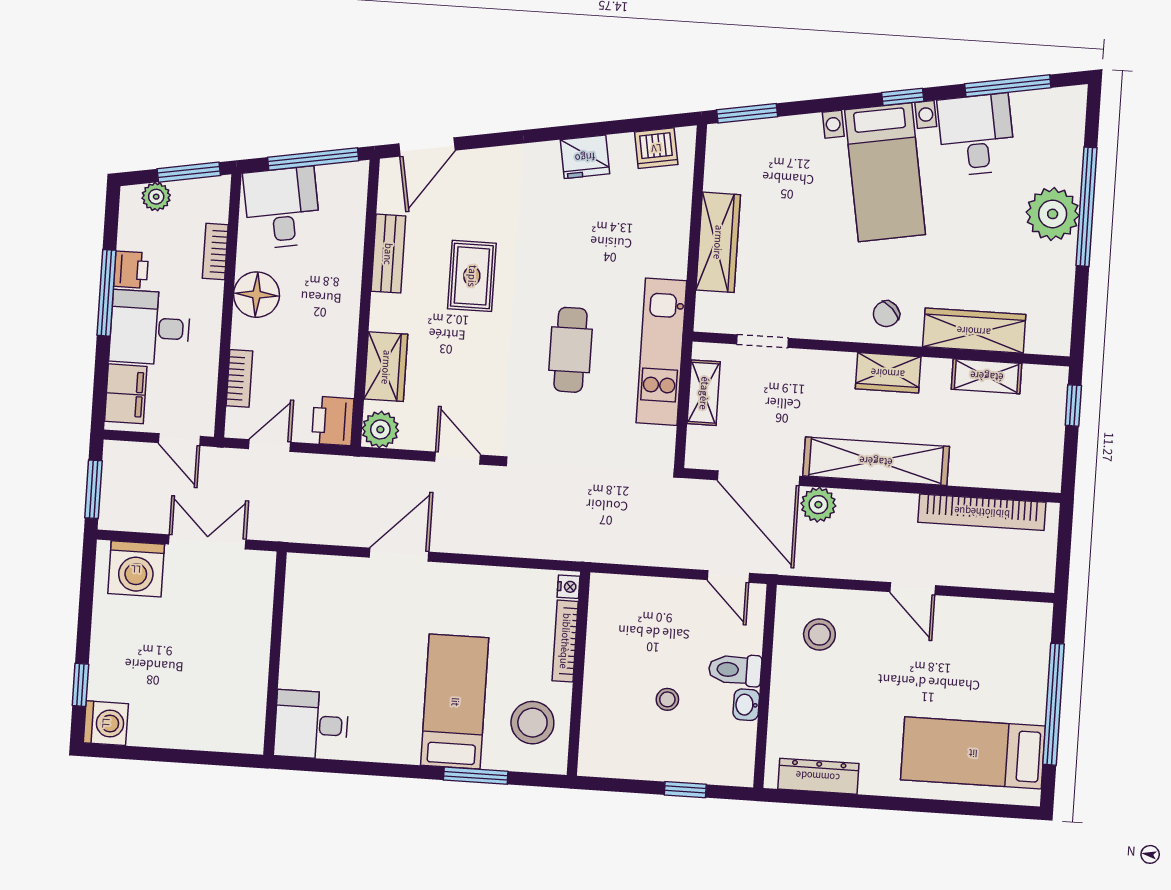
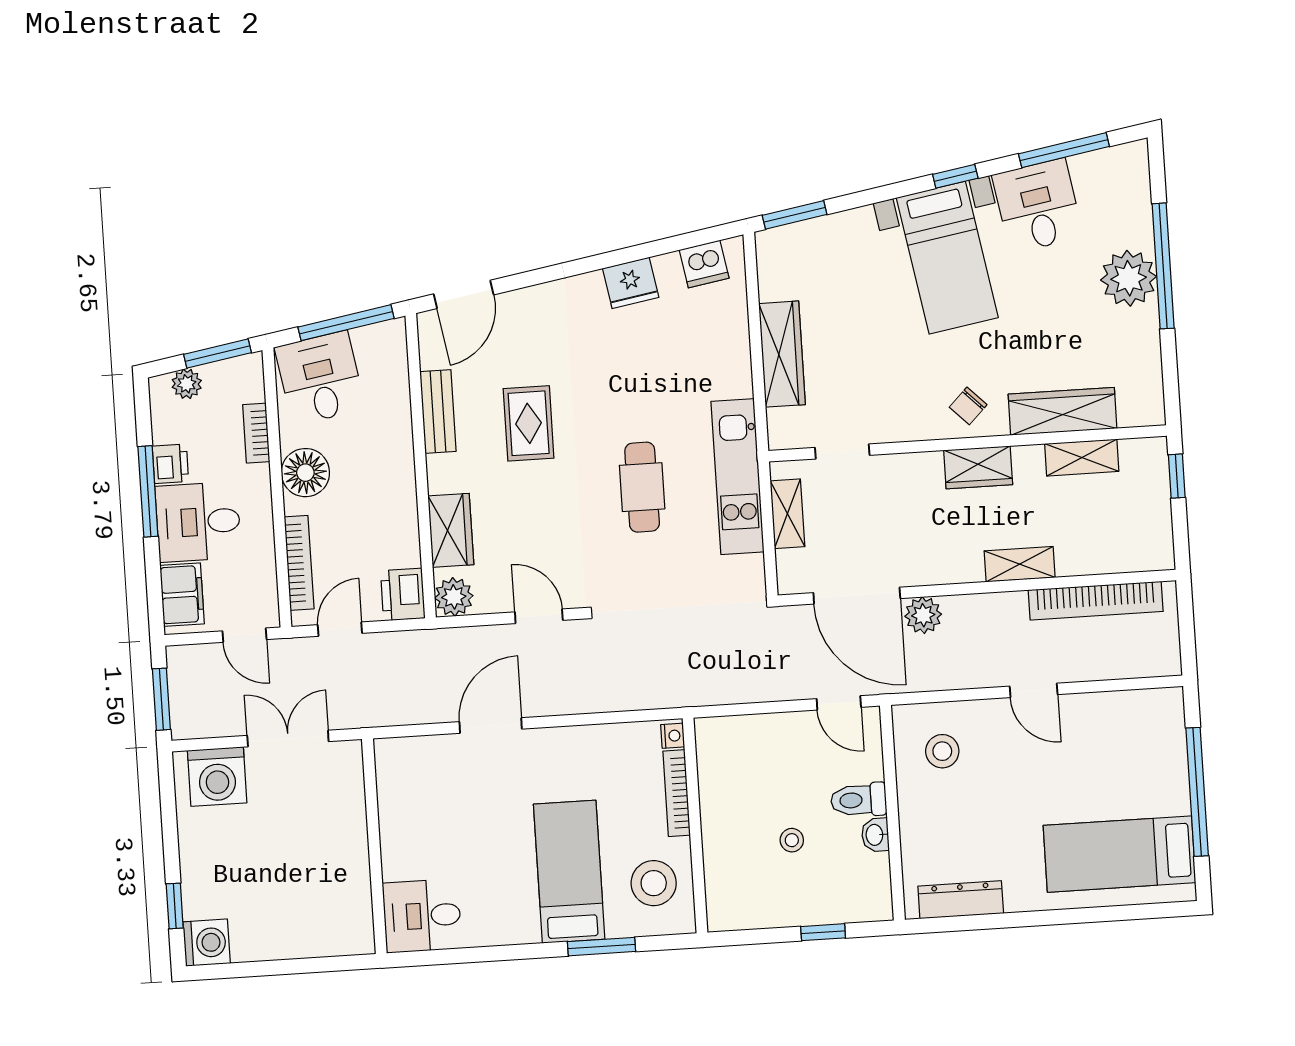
bookcase: (239, 378) -> (299, 563), width x1.56
shelving: (876, 461) -> (1020, 564), width x0.45, depth x0.75

